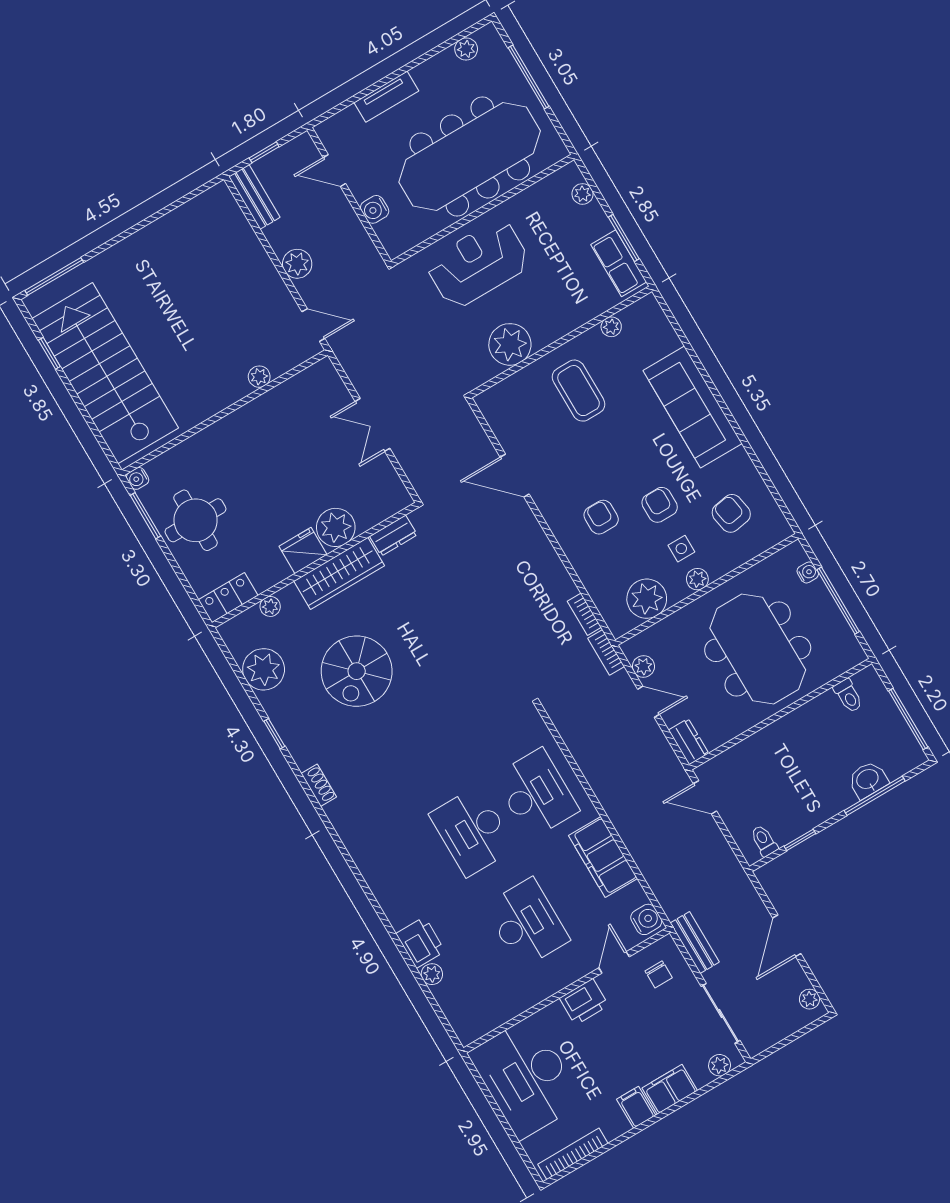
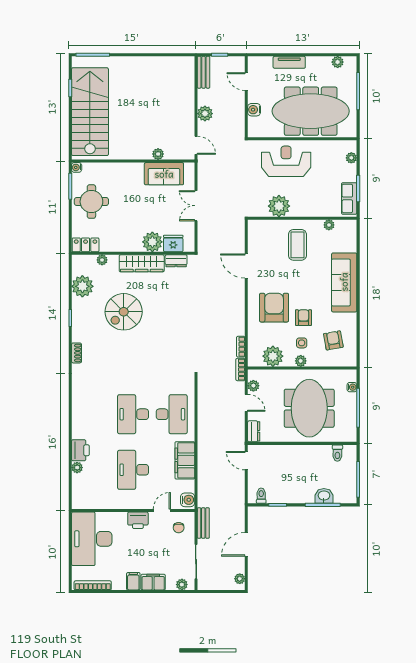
sofa: (288, 403) -> (164, 174), added
armchair: (601, 517) -> (274, 308), width x1.88, depth x1.88
fridge: (303, 551) -> (173, 244), moved
desk: (527, 923) -> (133, 470), turned 180

